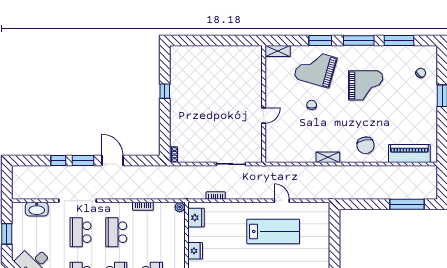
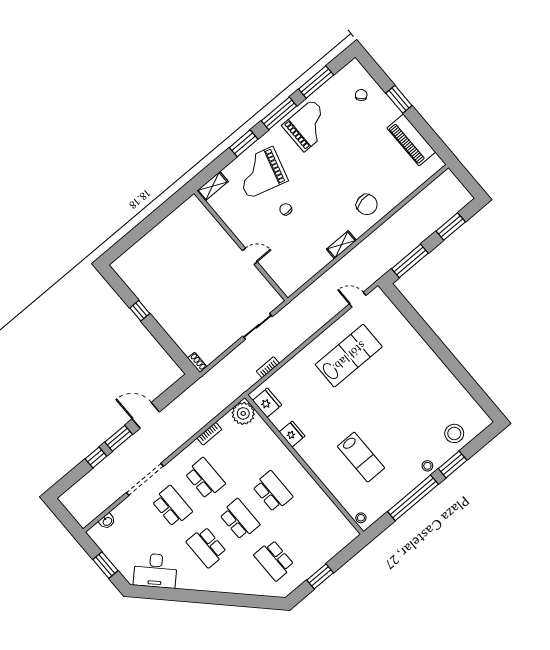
grand piano: (366, 85) -> (308, 126), moved
door: (264, 115) -> (250, 256), hinge flipped
piano: (409, 153) -> (411, 140), moved, turned -90
door: (282, 201) -> (358, 300), moved
window: (363, 204) -> (410, 261), added
window: (407, 204) -> (451, 226), width x0.69
plant: (180, 207) -> (243, 413), width x1.87, depth x1.87
washbasin: (37, 209) -> (107, 521), width x0.52, depth x0.69
school desk: (80, 232) -> (172, 506), turned 180
school desk: (116, 232) -> (205, 478), turned 180

